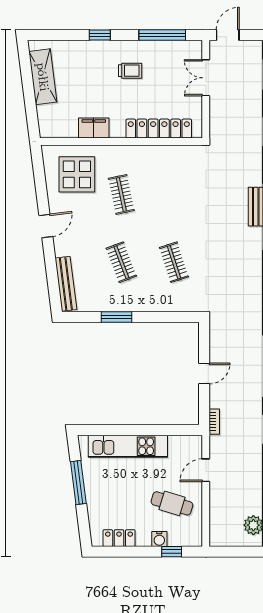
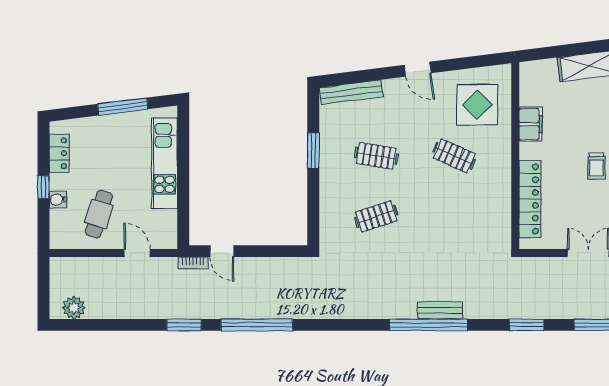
clothes rail: (121, 194) -> (454, 156), turned 36
clothes rail: (121, 262) -> (376, 156), turned 30
door: (204, 374) -> (222, 251), moved
window: (172, 552) -> (43, 187), moved

